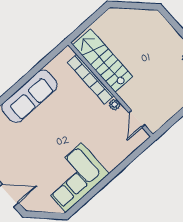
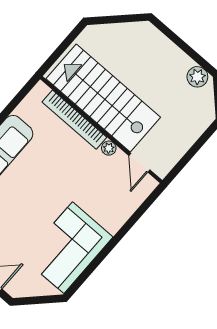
stairs: (103, 61) -> (103, 98), width x1.36, depth x1.51

